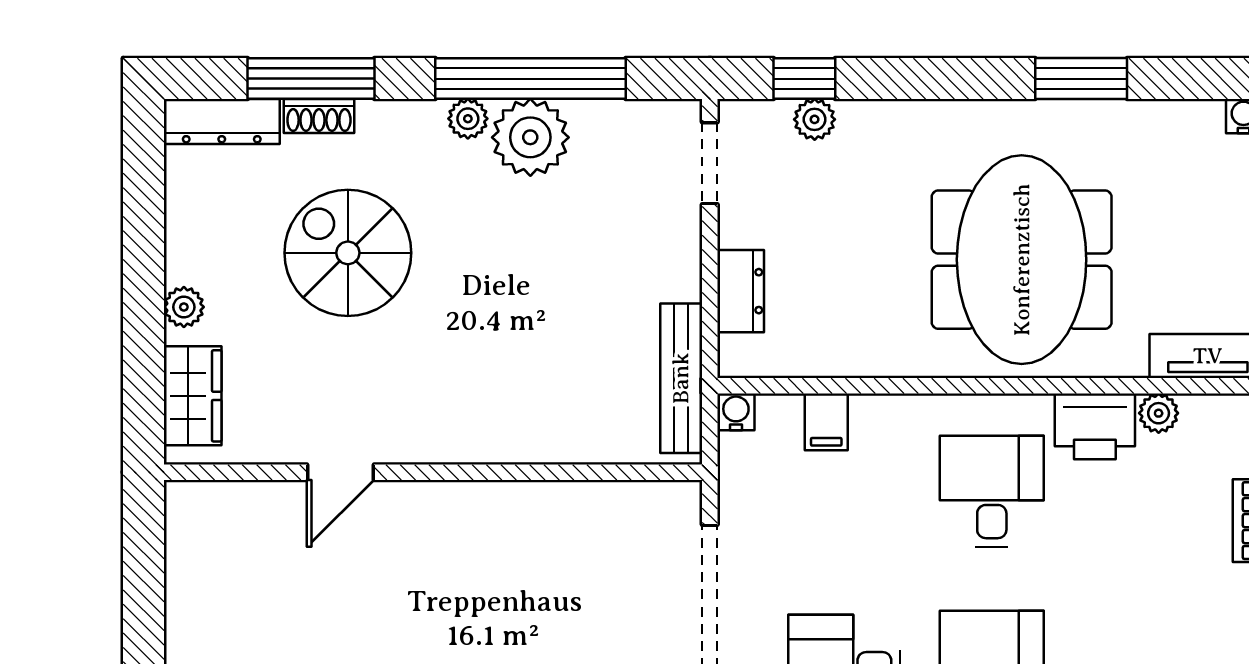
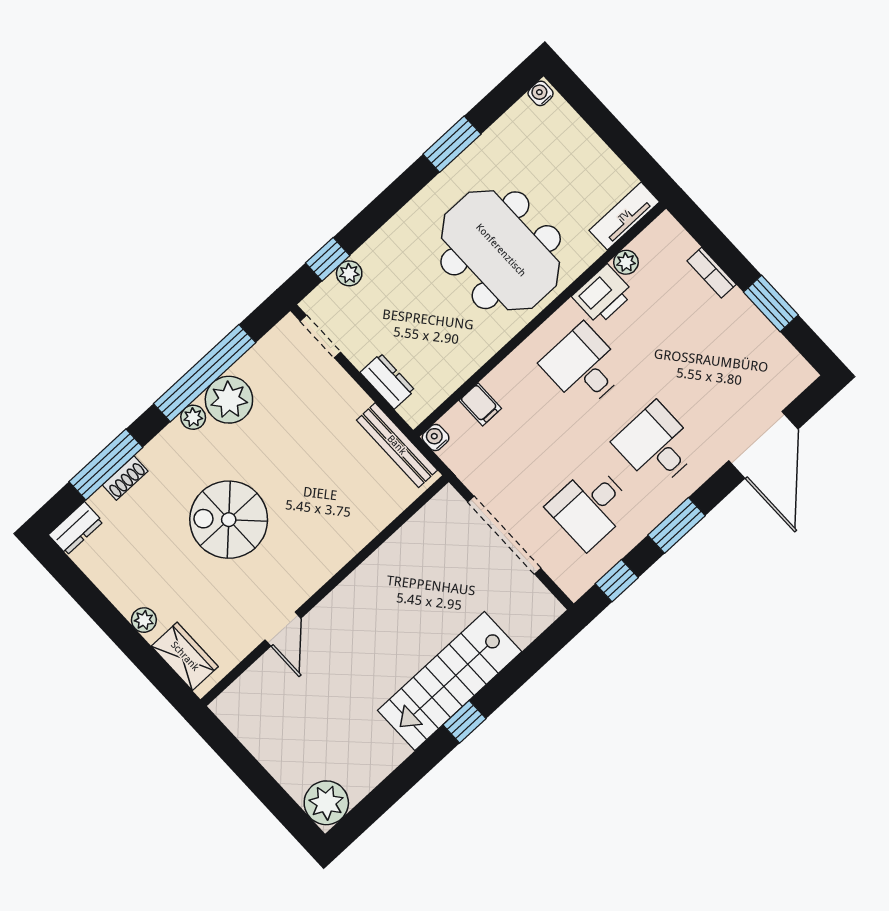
dresser: (222, 122) -> (76, 528), width x0.70
spiral stairs: (348, 253) -> (229, 520), moved

